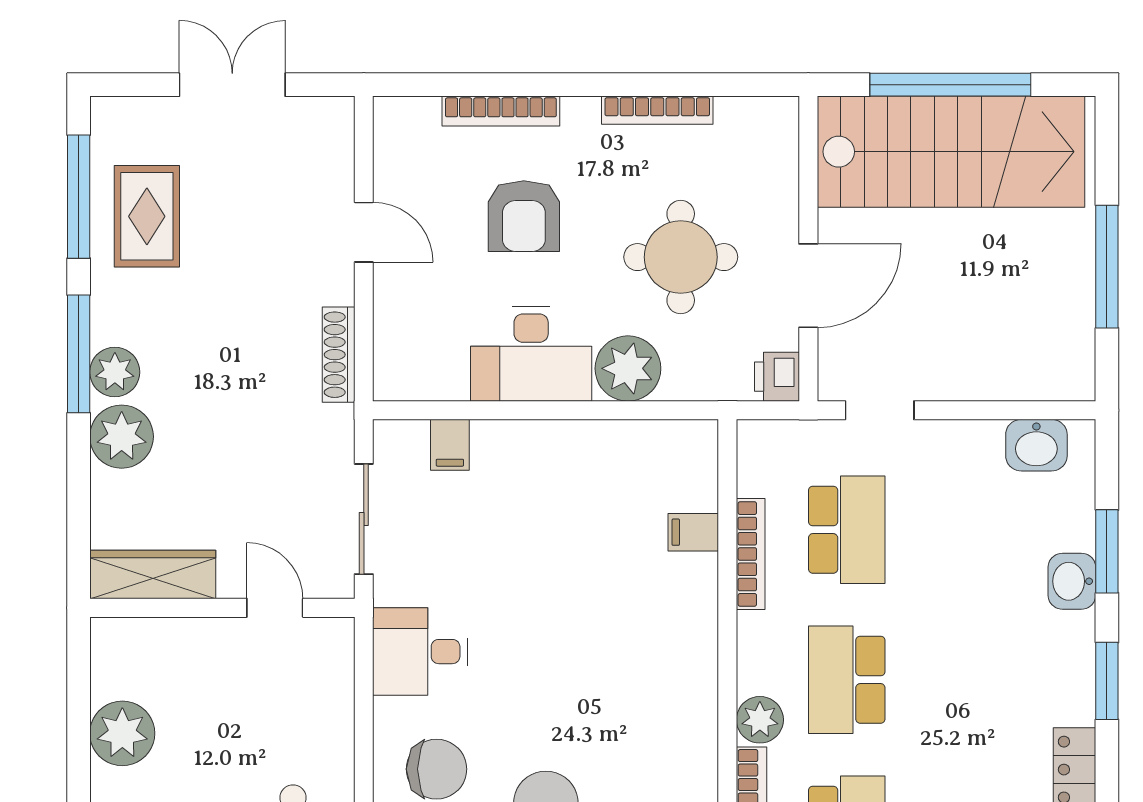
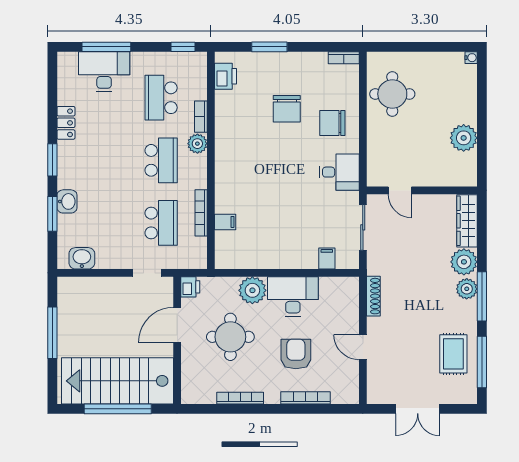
school desk: (847, 530) -> (161, 223), turned 180
wardrobe: (153, 575) -> (467, 221), moved, turned 90

